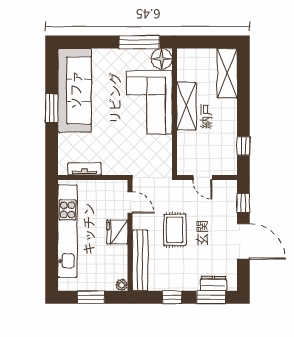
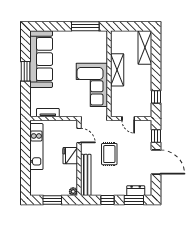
floor lamp: (162, 59) -> (100, 38), removed
corner sofa: (149, 102) -> (92, 85), moved
kitchen unit: (68, 231) -> (36, 147), width x0.73

